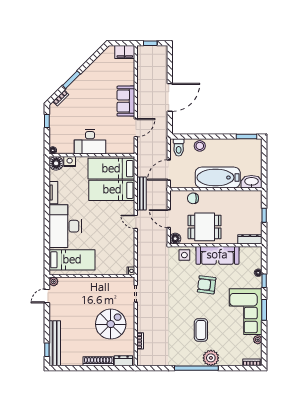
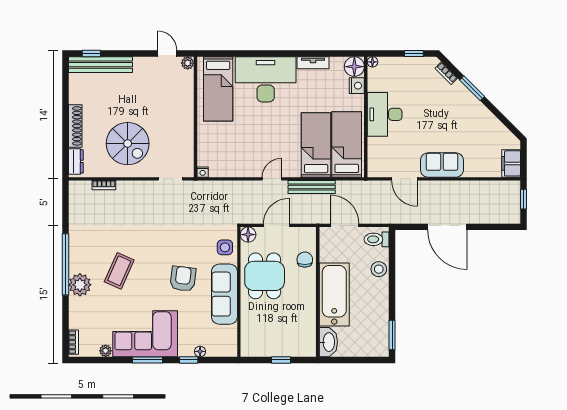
dresser: (250, 239) -> (247, 340), removed
coffee table: (201, 330) -> (119, 271), turned -66

